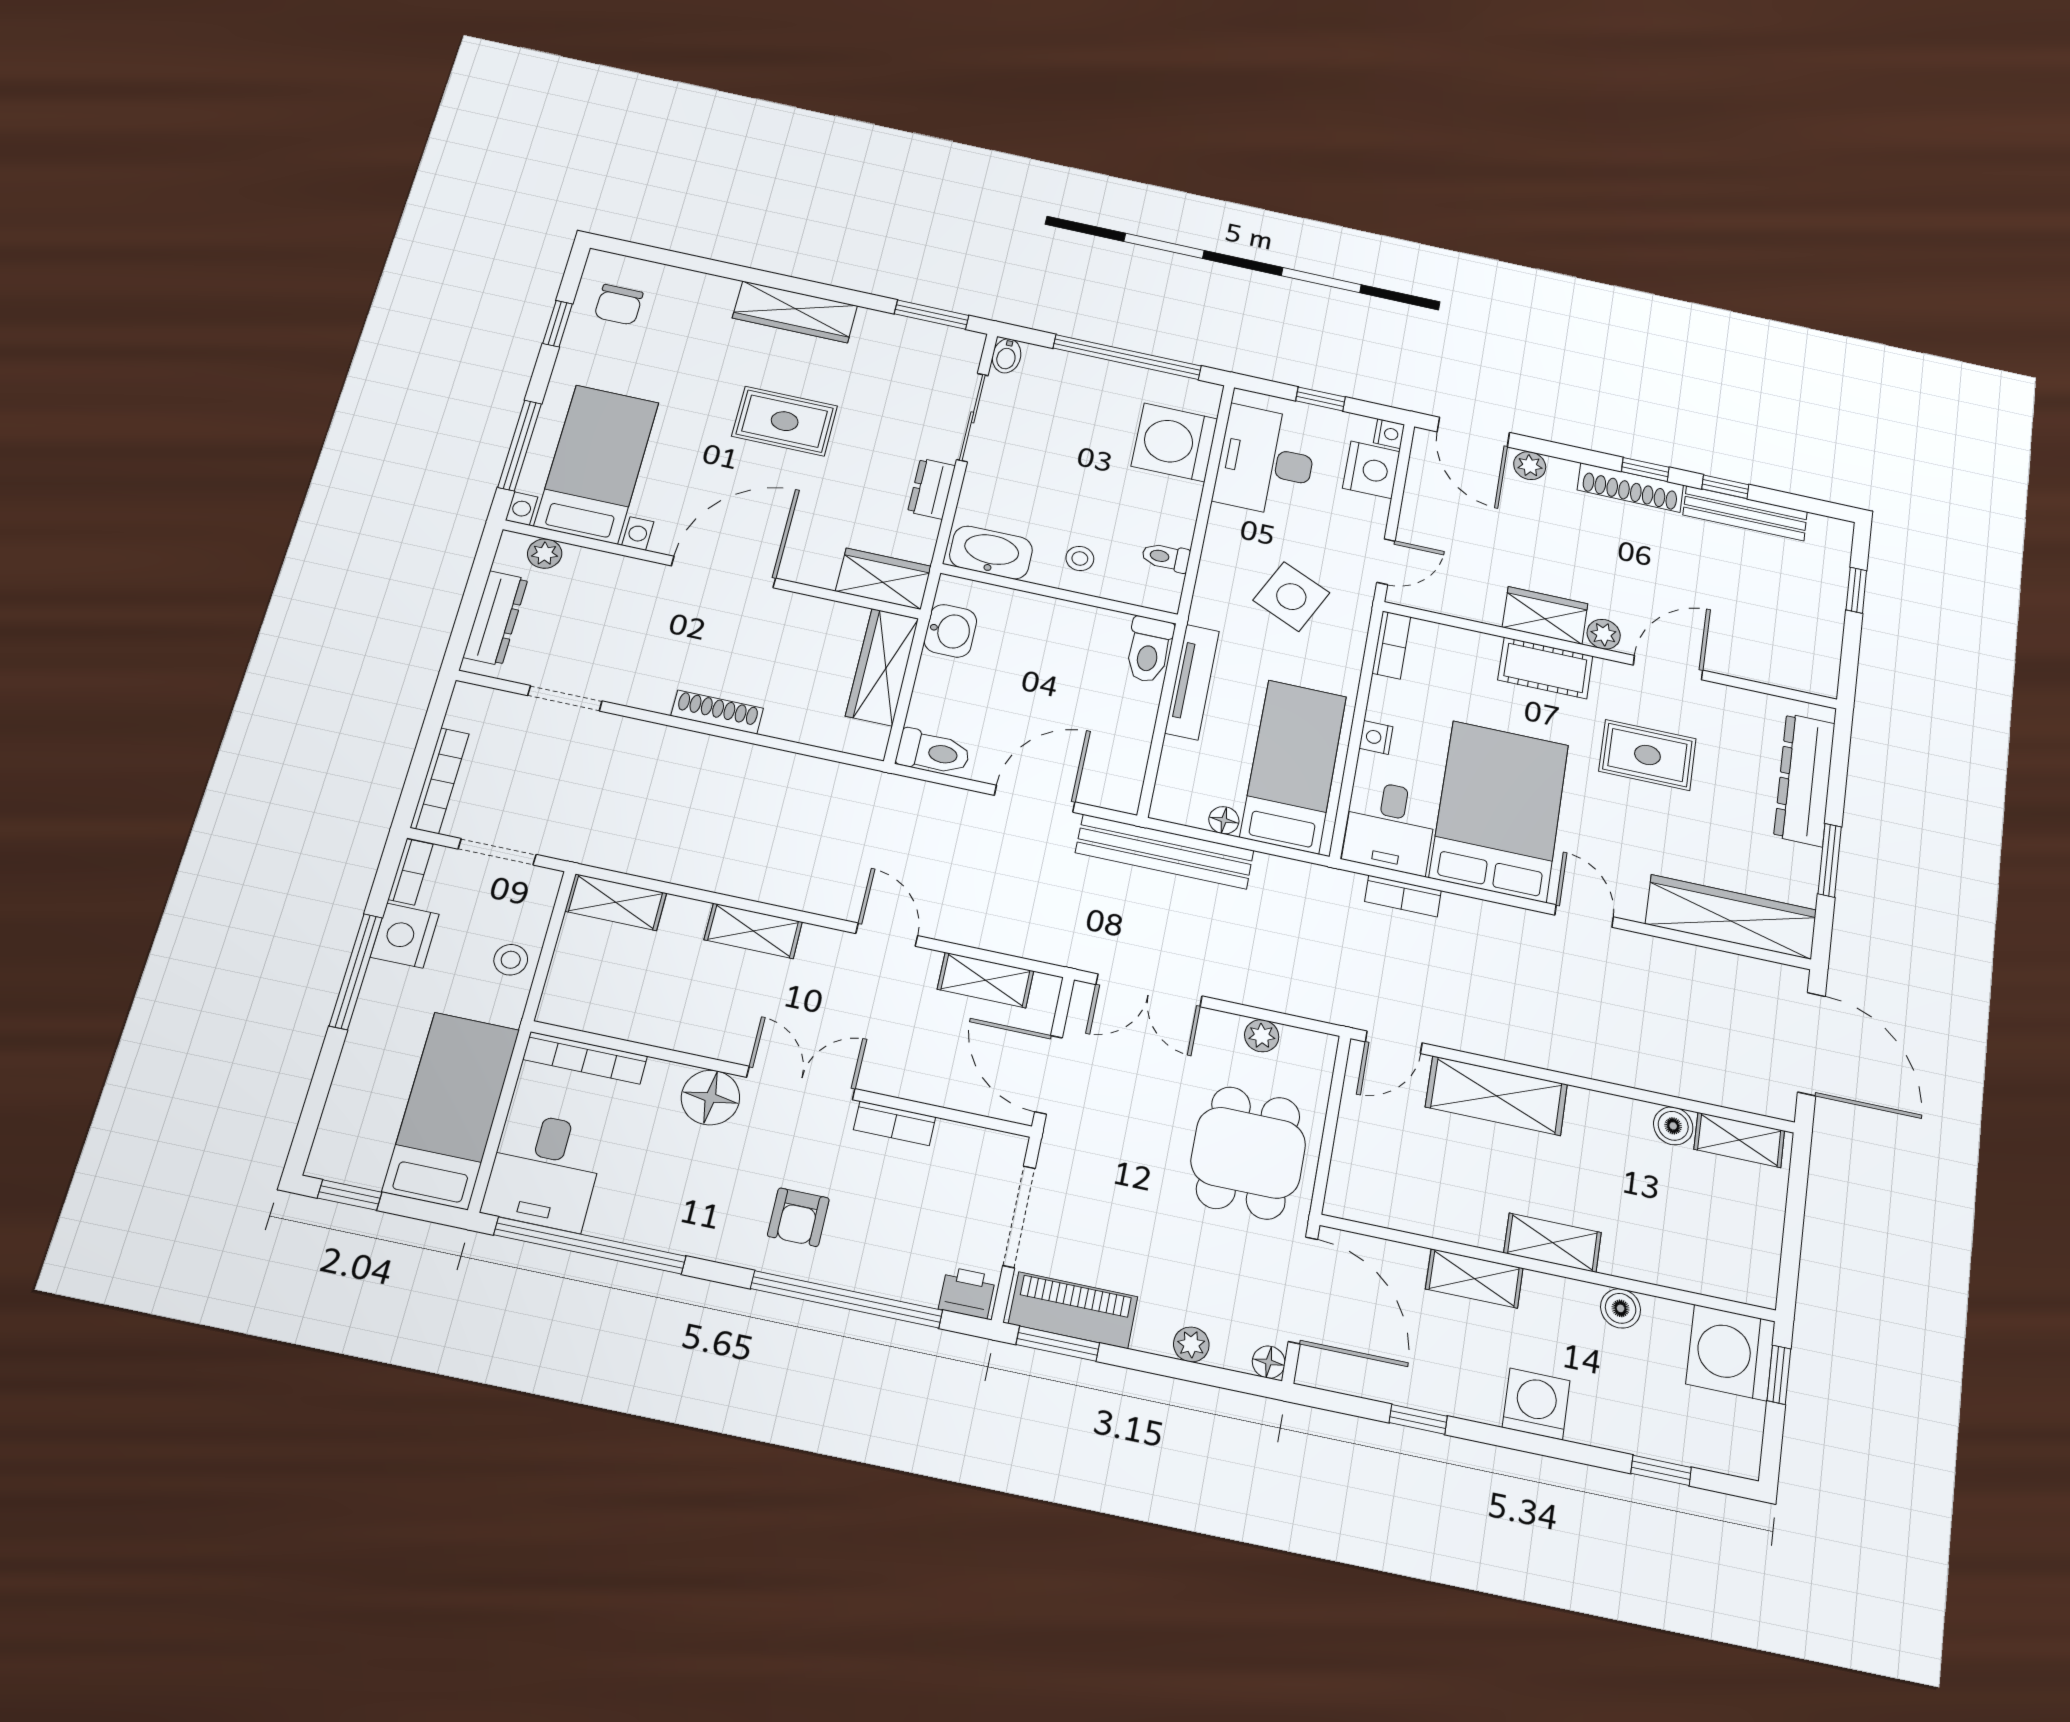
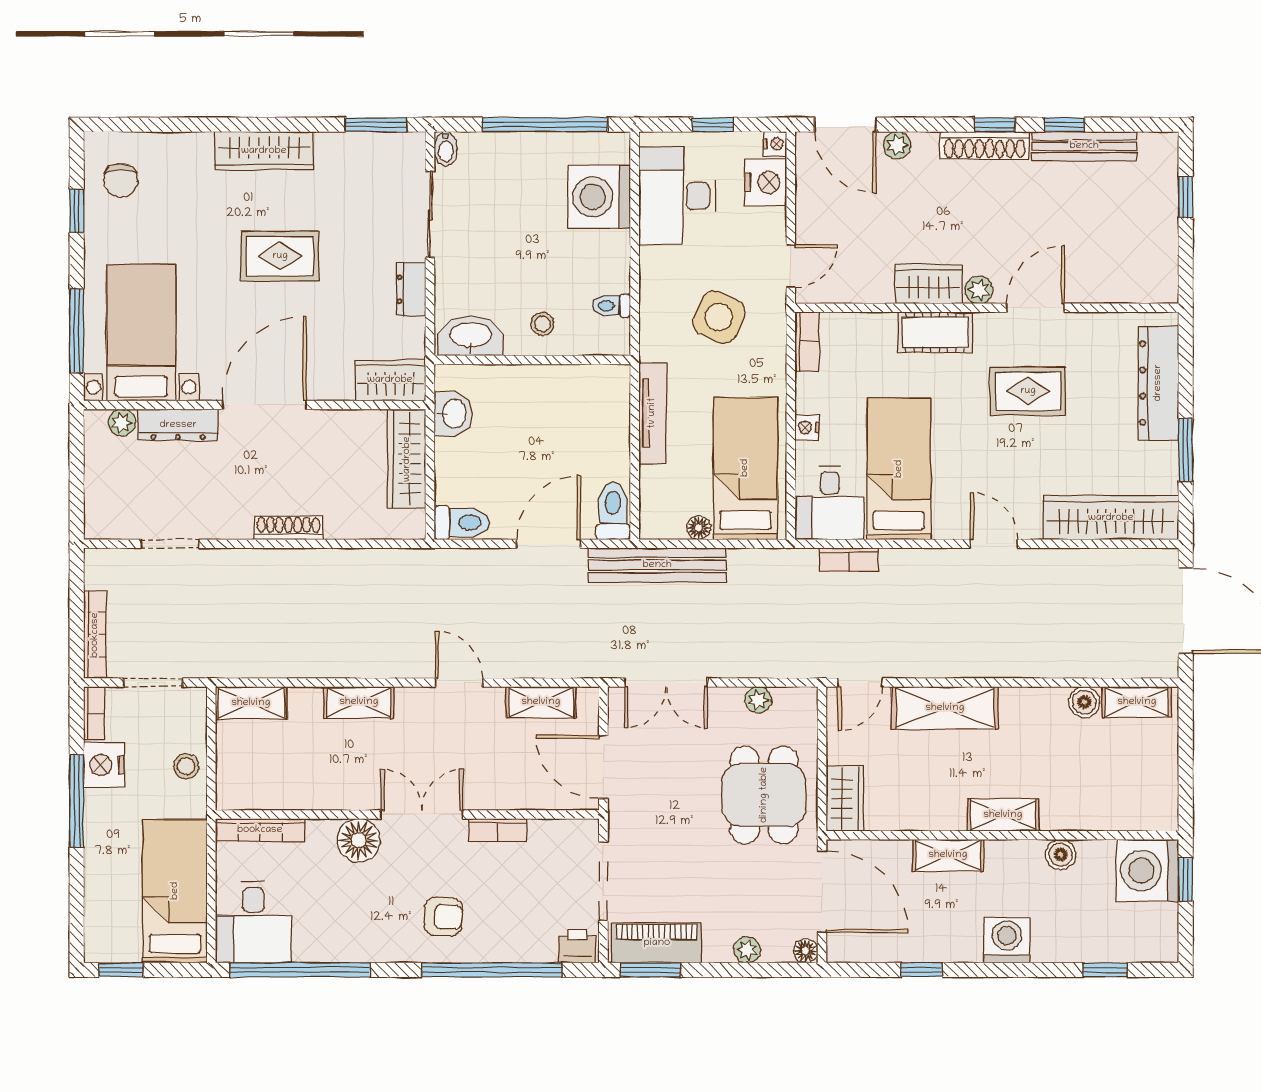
dresser: (496, 618) -> (178, 425), moved, turned 90
toilet: (1149, 650) -> (613, 511), moved, turned 180
bed: (1499, 811) -> (899, 469), width x0.67
wardrobe: (1352, 1179) -> (845, 799), added
armchair: (798, 1217) -> (443, 917), turned -86

